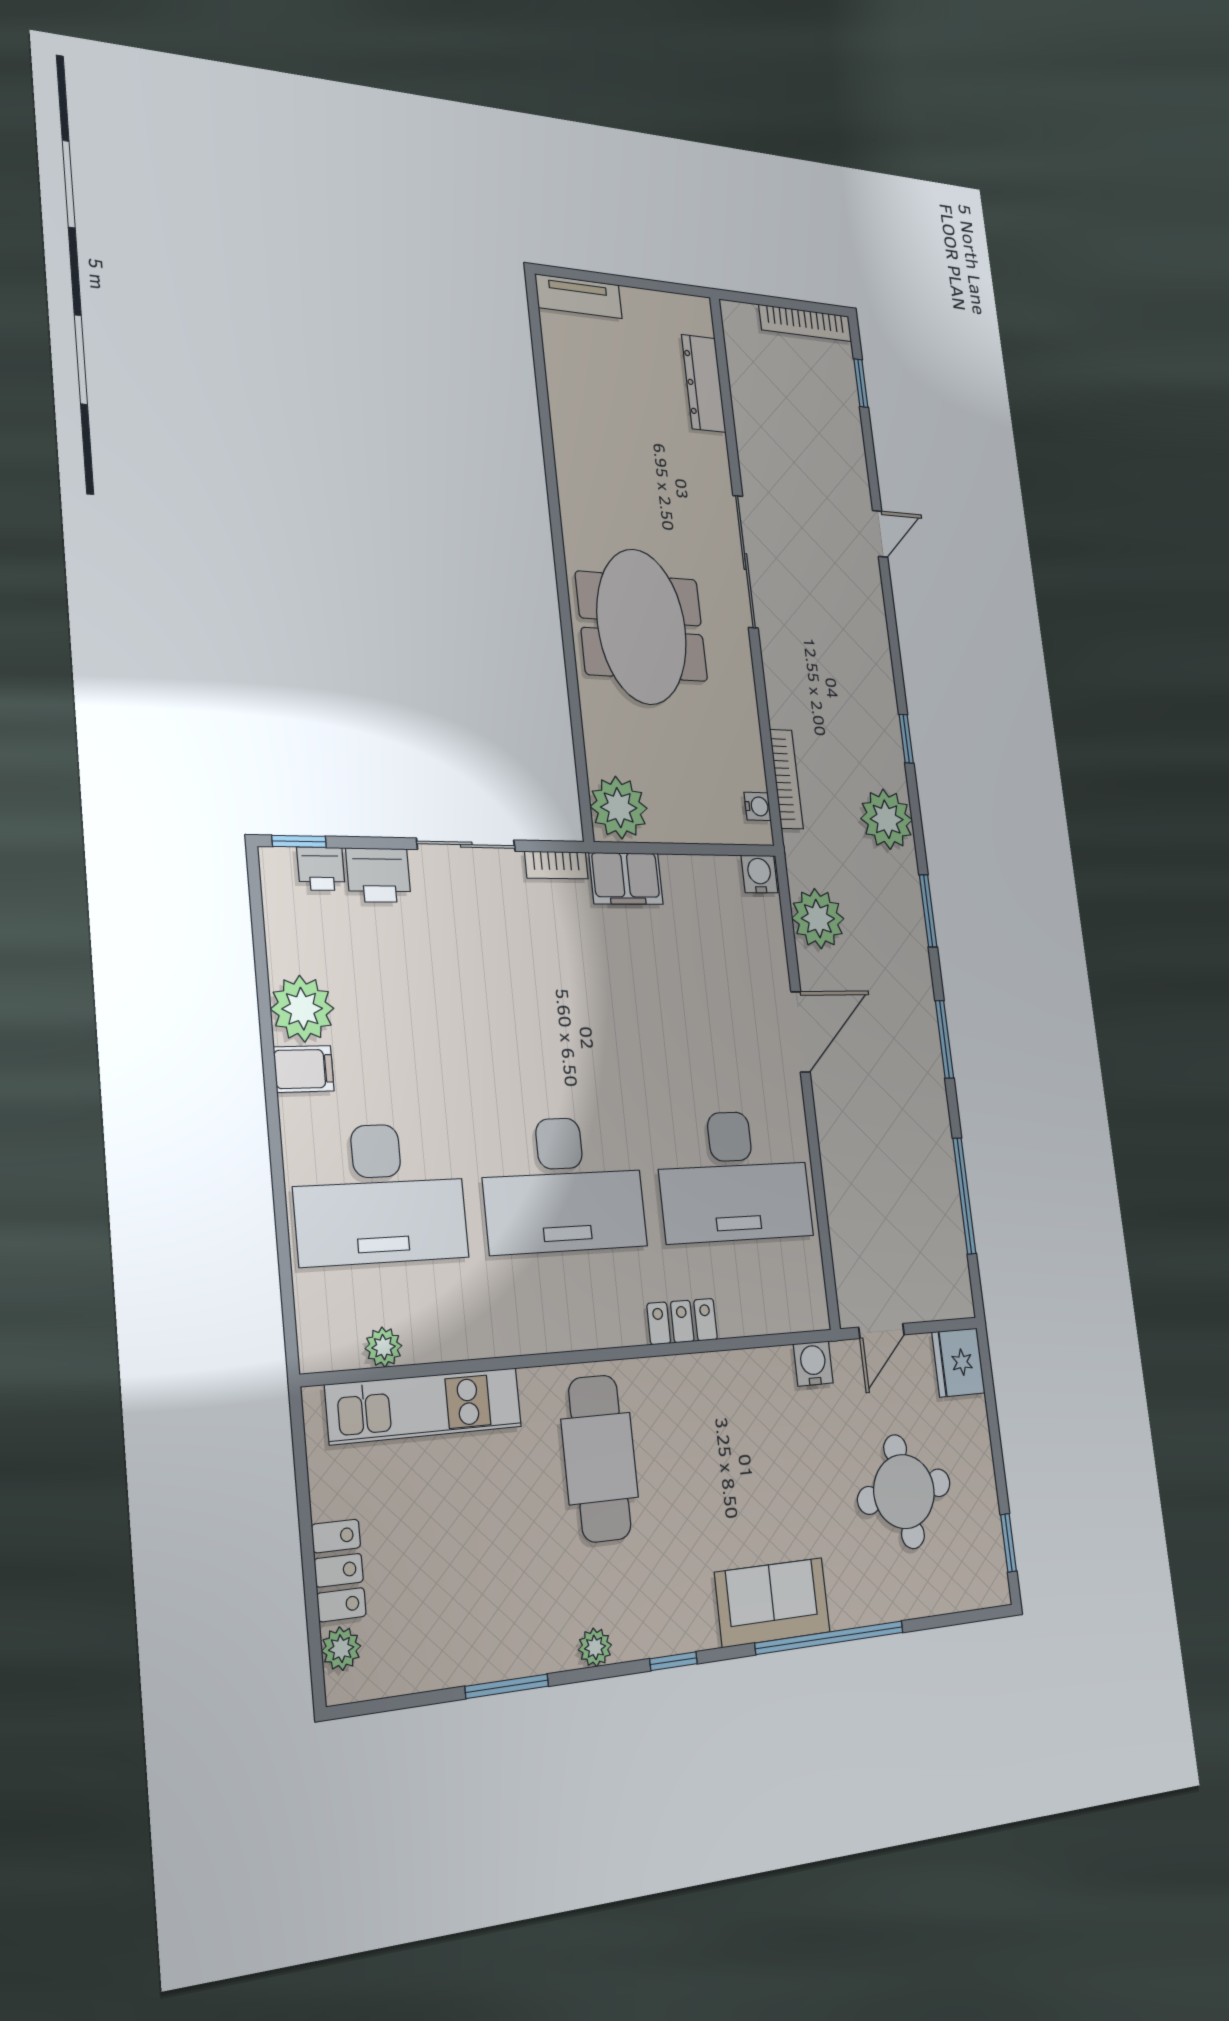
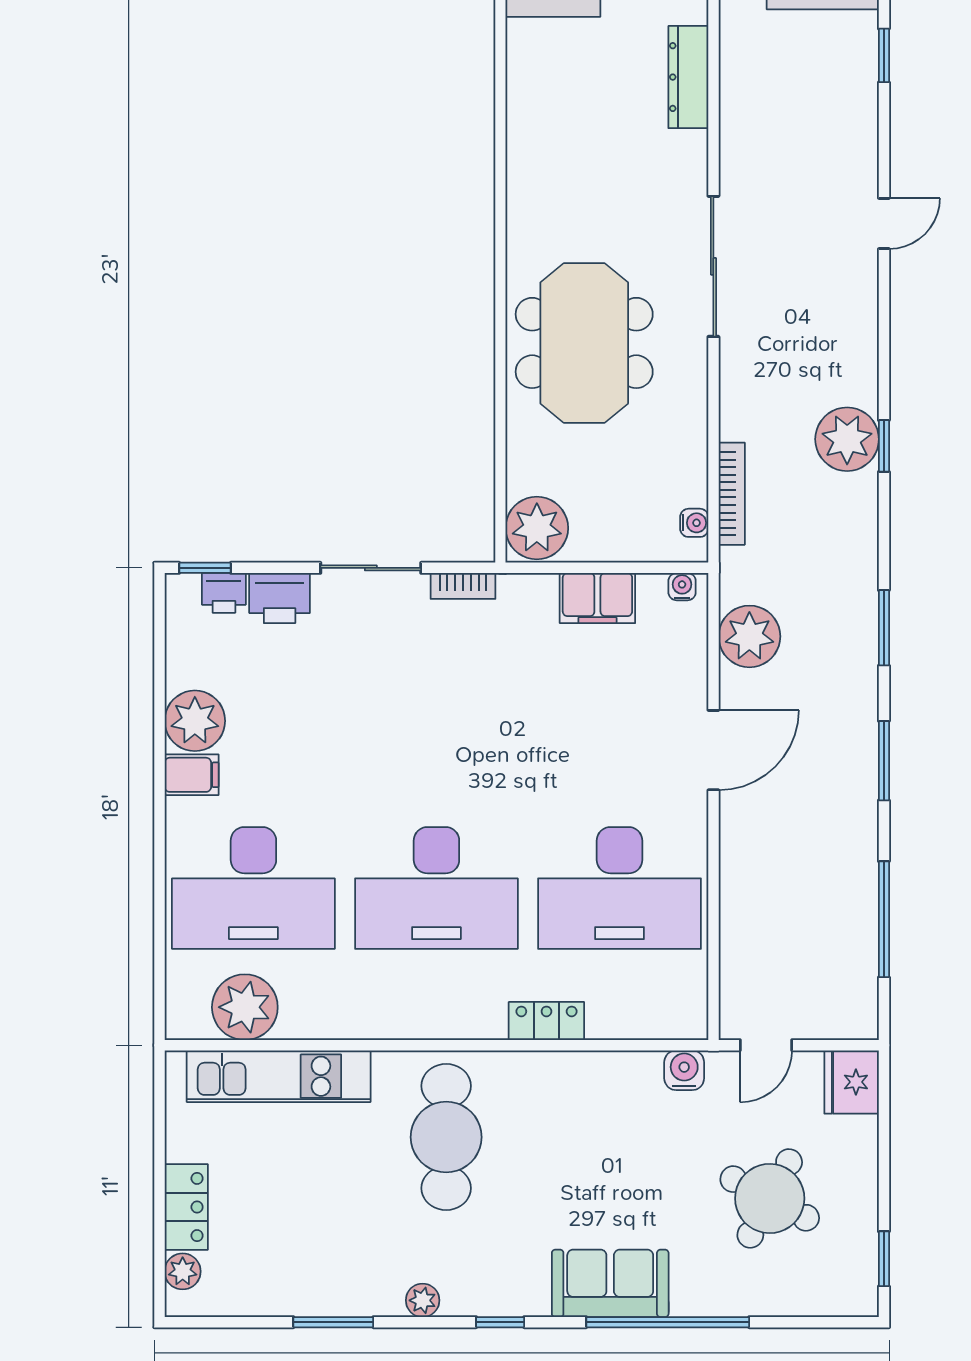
plant: (887, 819) -> (847, 439), moved
water cooler: (759, 874) -> (682, 587), width x0.72, depth x0.72
filing cabinet: (626, 878) -> (597, 598), moved
plant: (384, 1347) -> (245, 1007), width x1.87, depth x1.87
round table: (904, 1492) -> (770, 1198), turned 34

